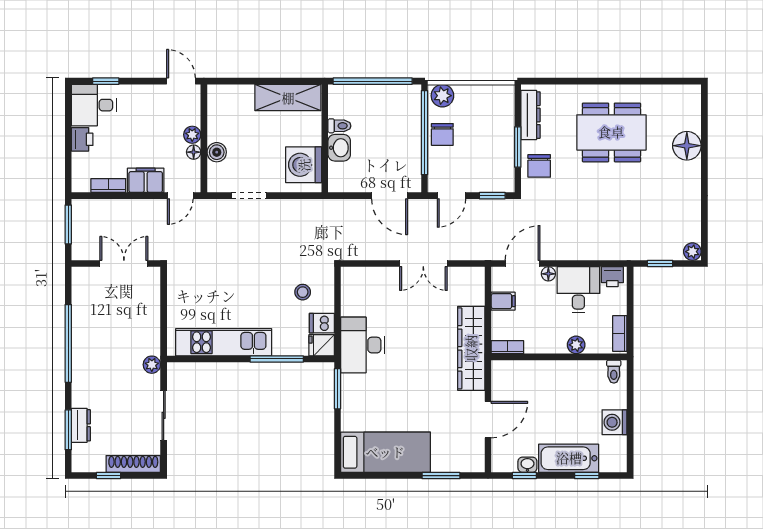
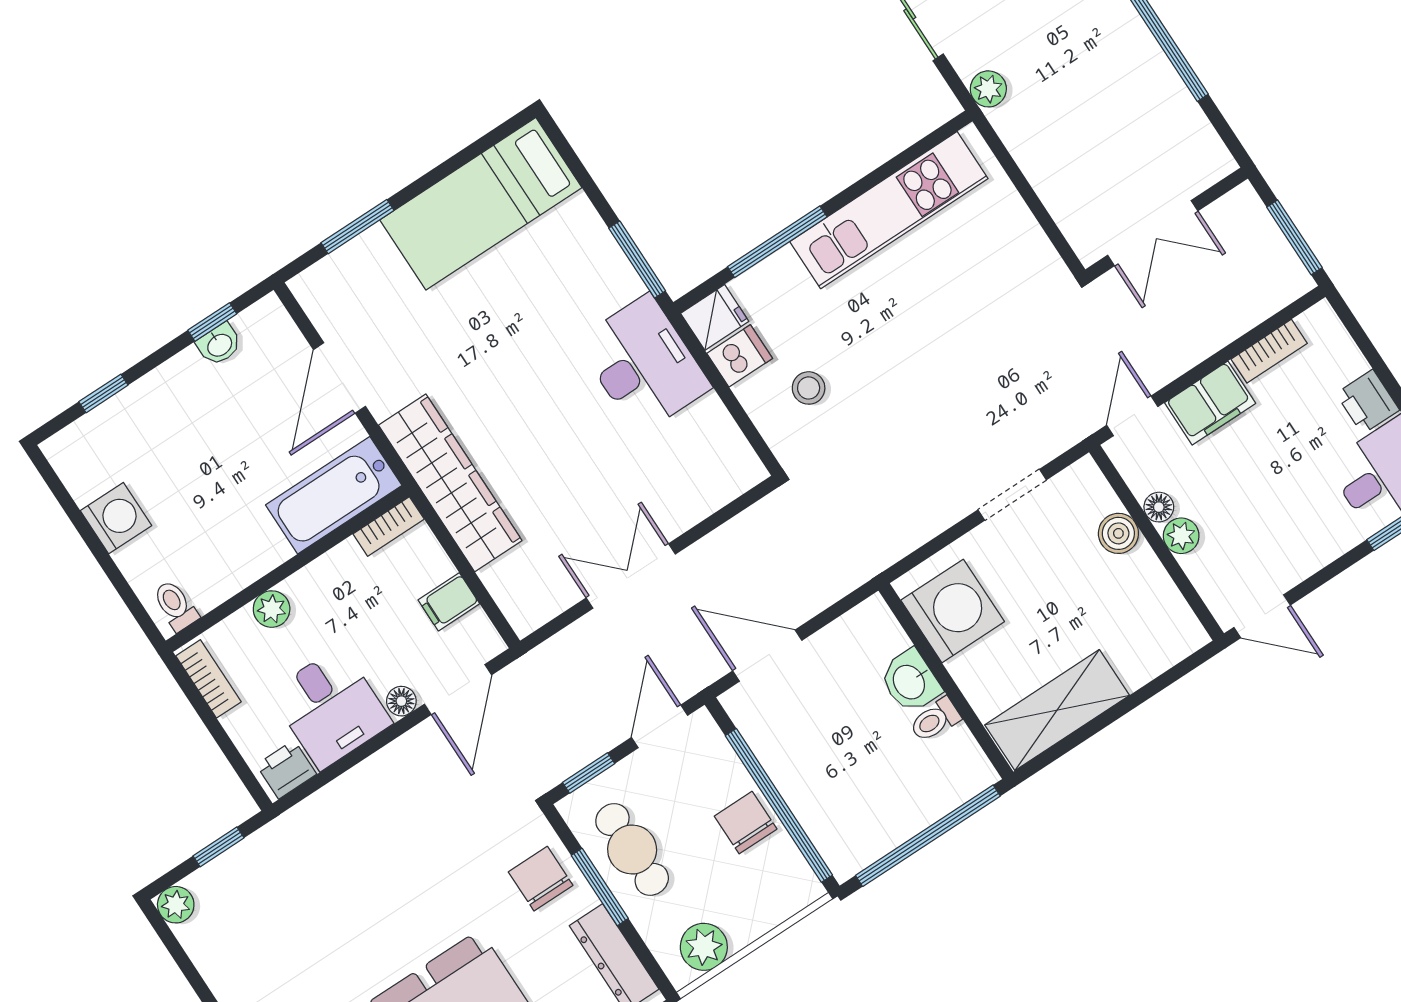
plant: (442, 96) -> (704, 947), moved
cafe table: (495, 154) -> (632, 849), added
bathtub: (569, 458) -> (334, 495), moved, turned 180

